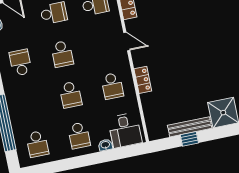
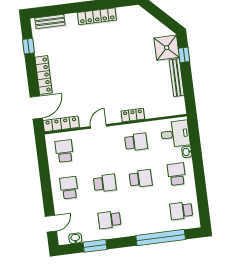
school desk: (79, 135) -> (177, 174), turned -90
window: (189, 139) -> (184, 55), moved
school desk: (37, 144) -> (181, 211), turned 180

